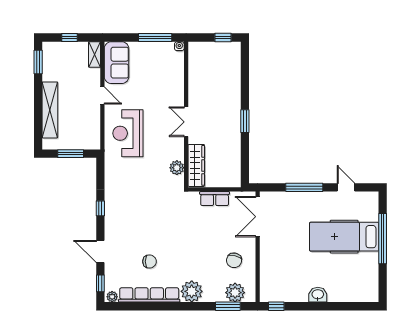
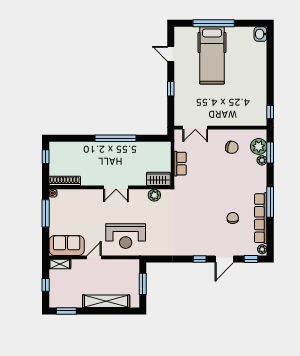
shoe rack: (194, 60) -> (65, 181), added
window: (245, 121) -> (116, 138), width x2.11
wardrobe: (196, 165) -> (158, 179), width x0.67
window: (304, 187) -> (171, 89), width x0.46
door: (346, 187) -> (171, 54), hinge flipped
window: (100, 208) -> (200, 259), moved
double door: (258, 217) -> (195, 128), width x0.73
plant: (192, 291) -> (262, 160), moved, width x0.53, depth x0.53
washbasin: (318, 295) -> (260, 34), moved
window: (169, 306) -> (270, 202), added

